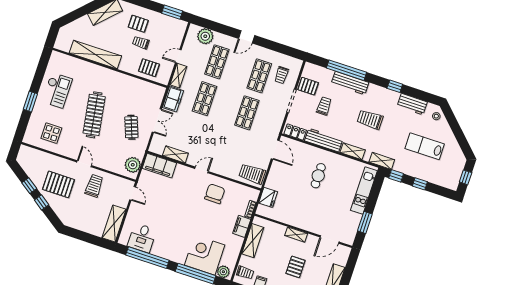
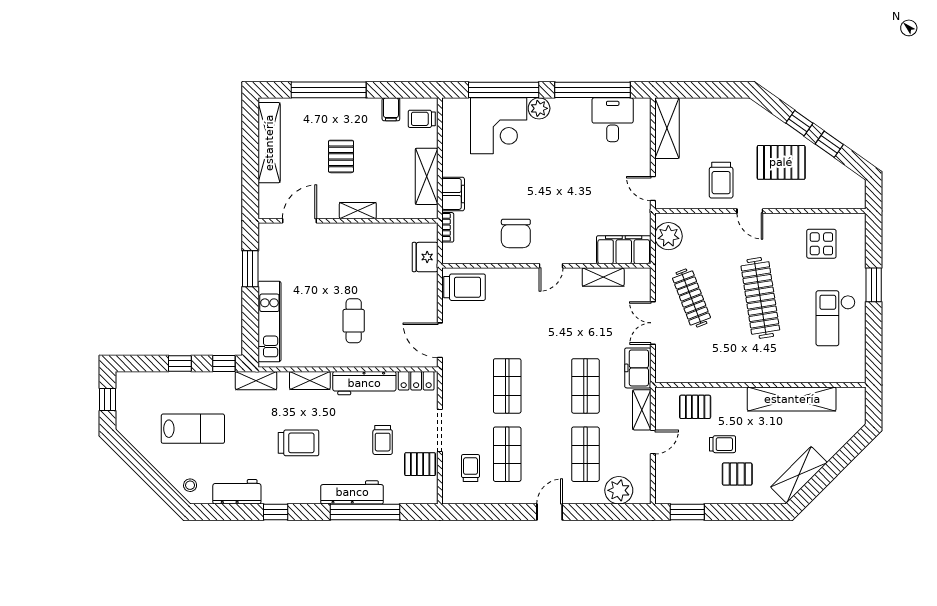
clothes rail: (131, 127) -> (691, 298), width x1.36
plant: (223, 272) -> (539, 108), moved

